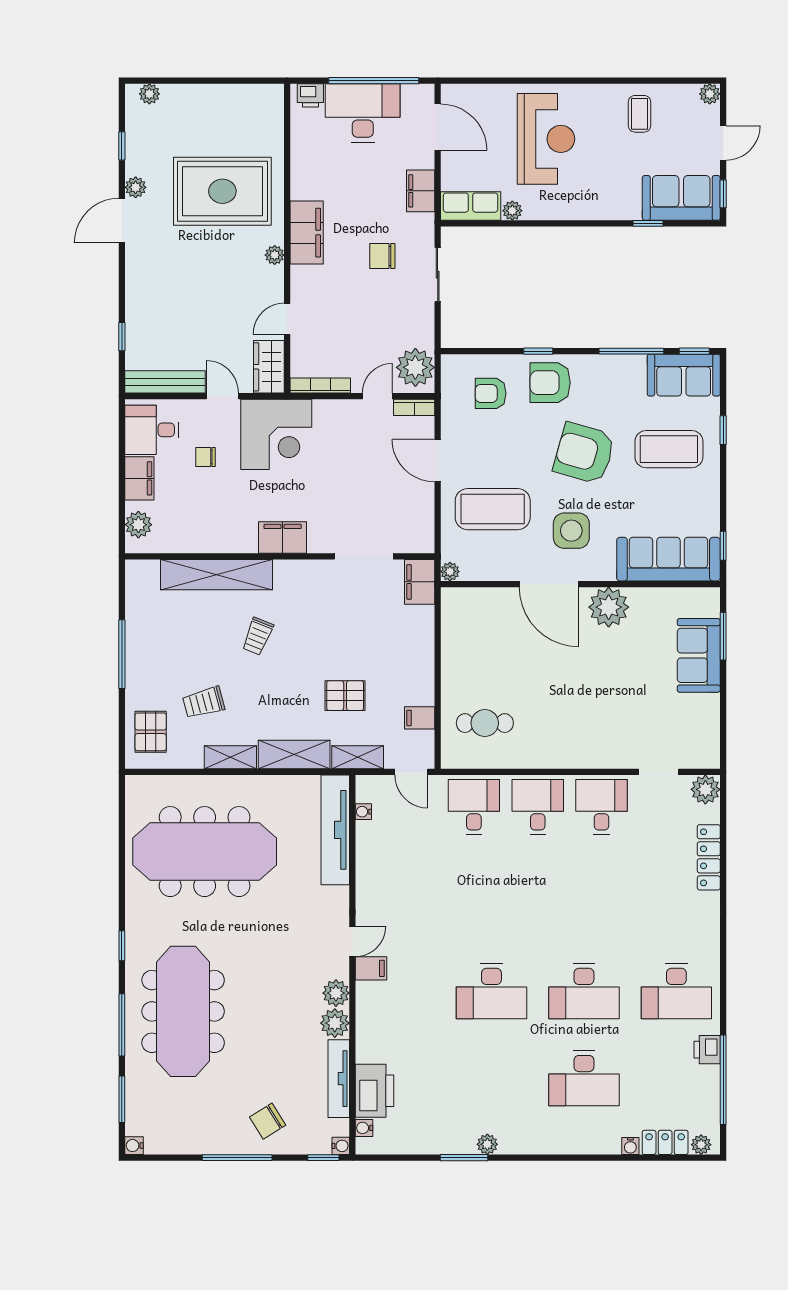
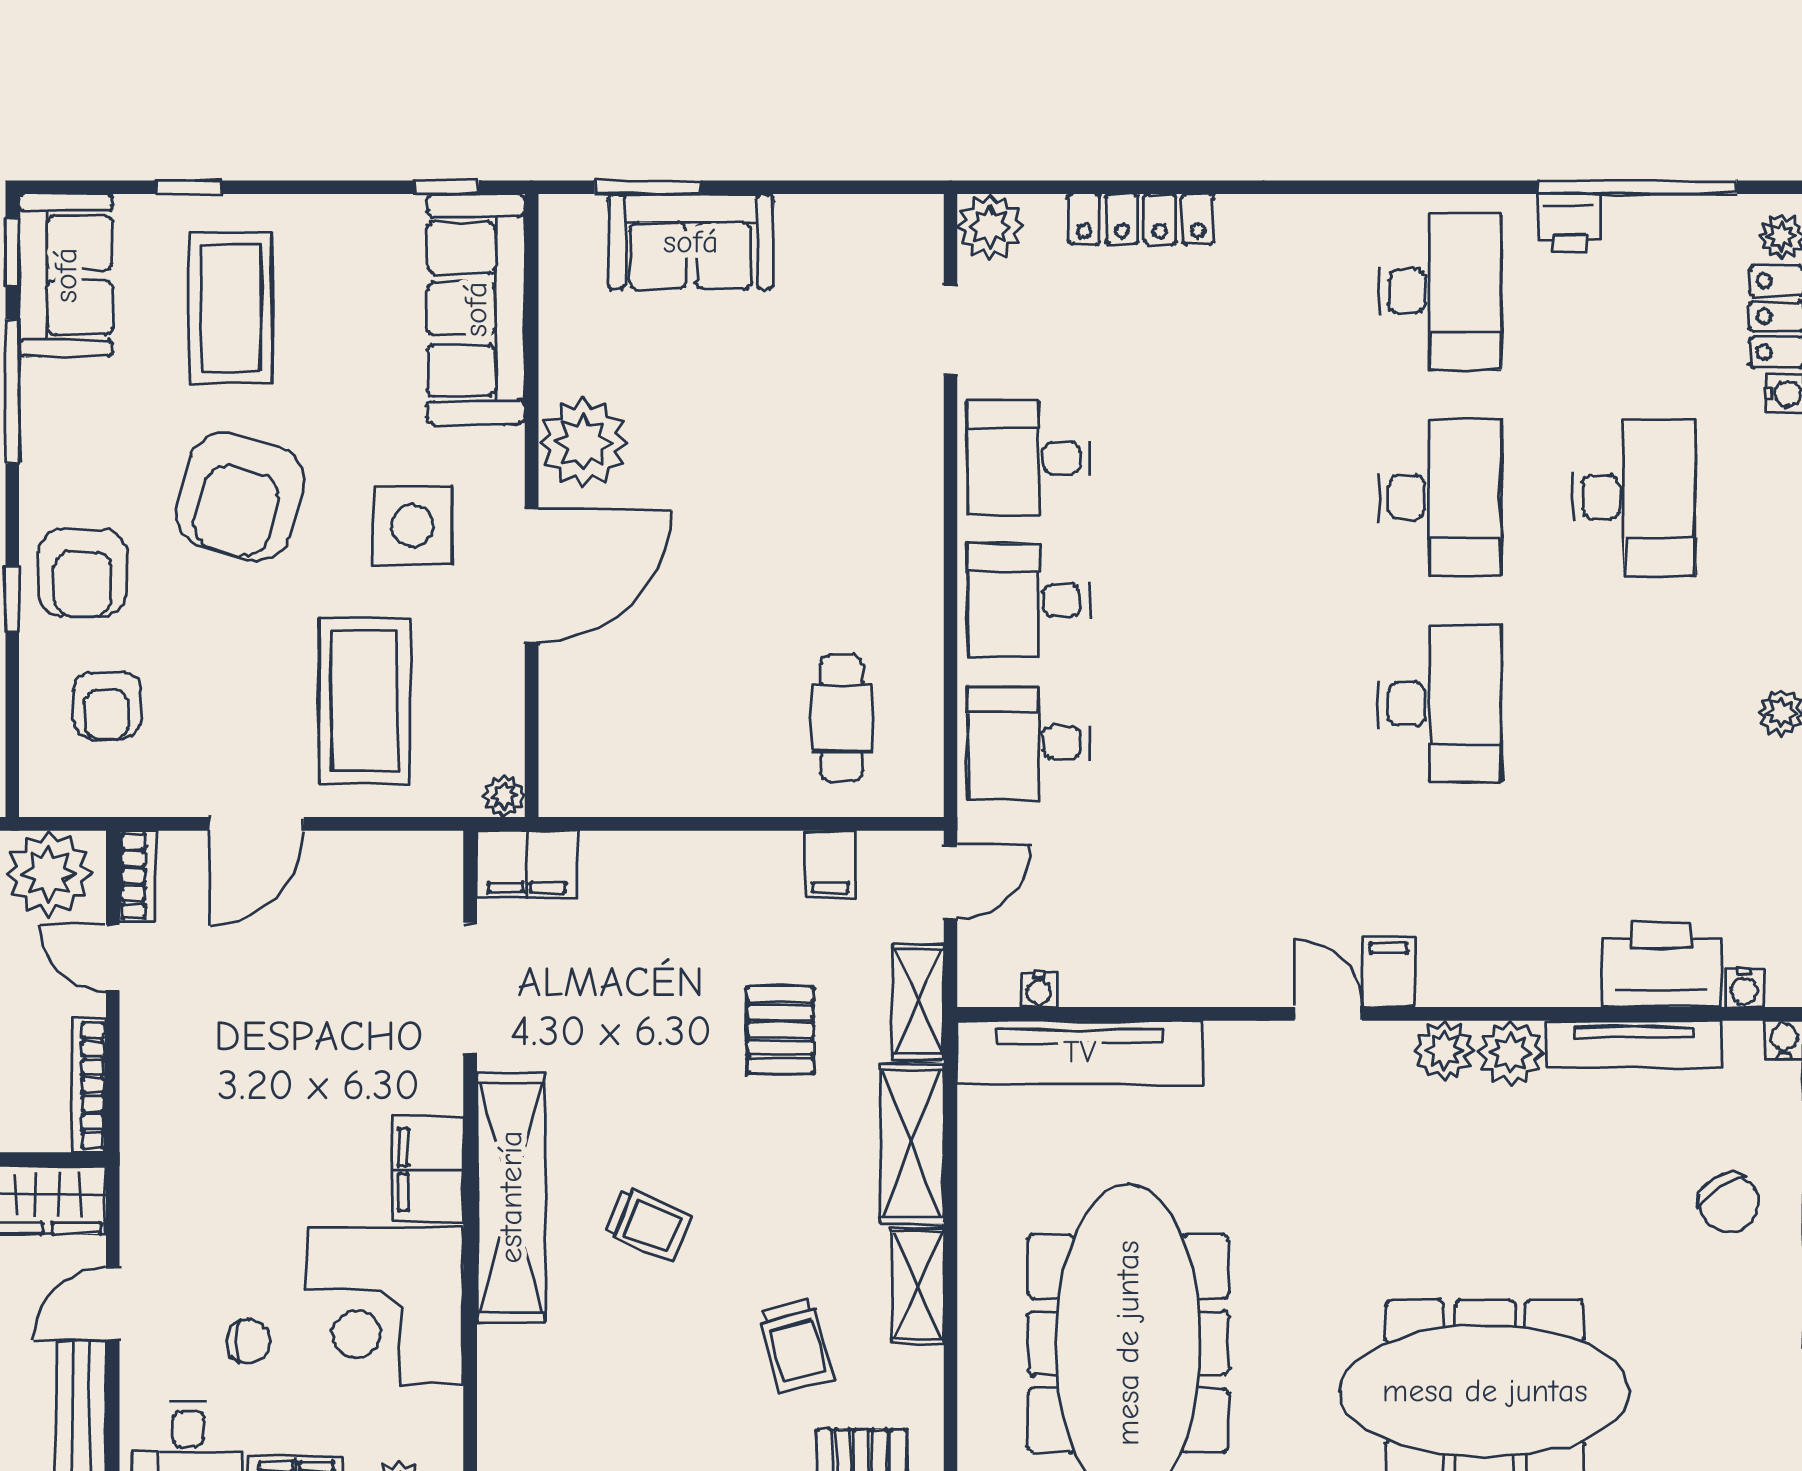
corner desk: (276, 434) -> (385, 1306), moved, turned 180
chair: (206, 457) -> (249, 1341), turned -90
shelving: (217, 575) -> (511, 1197), moved

